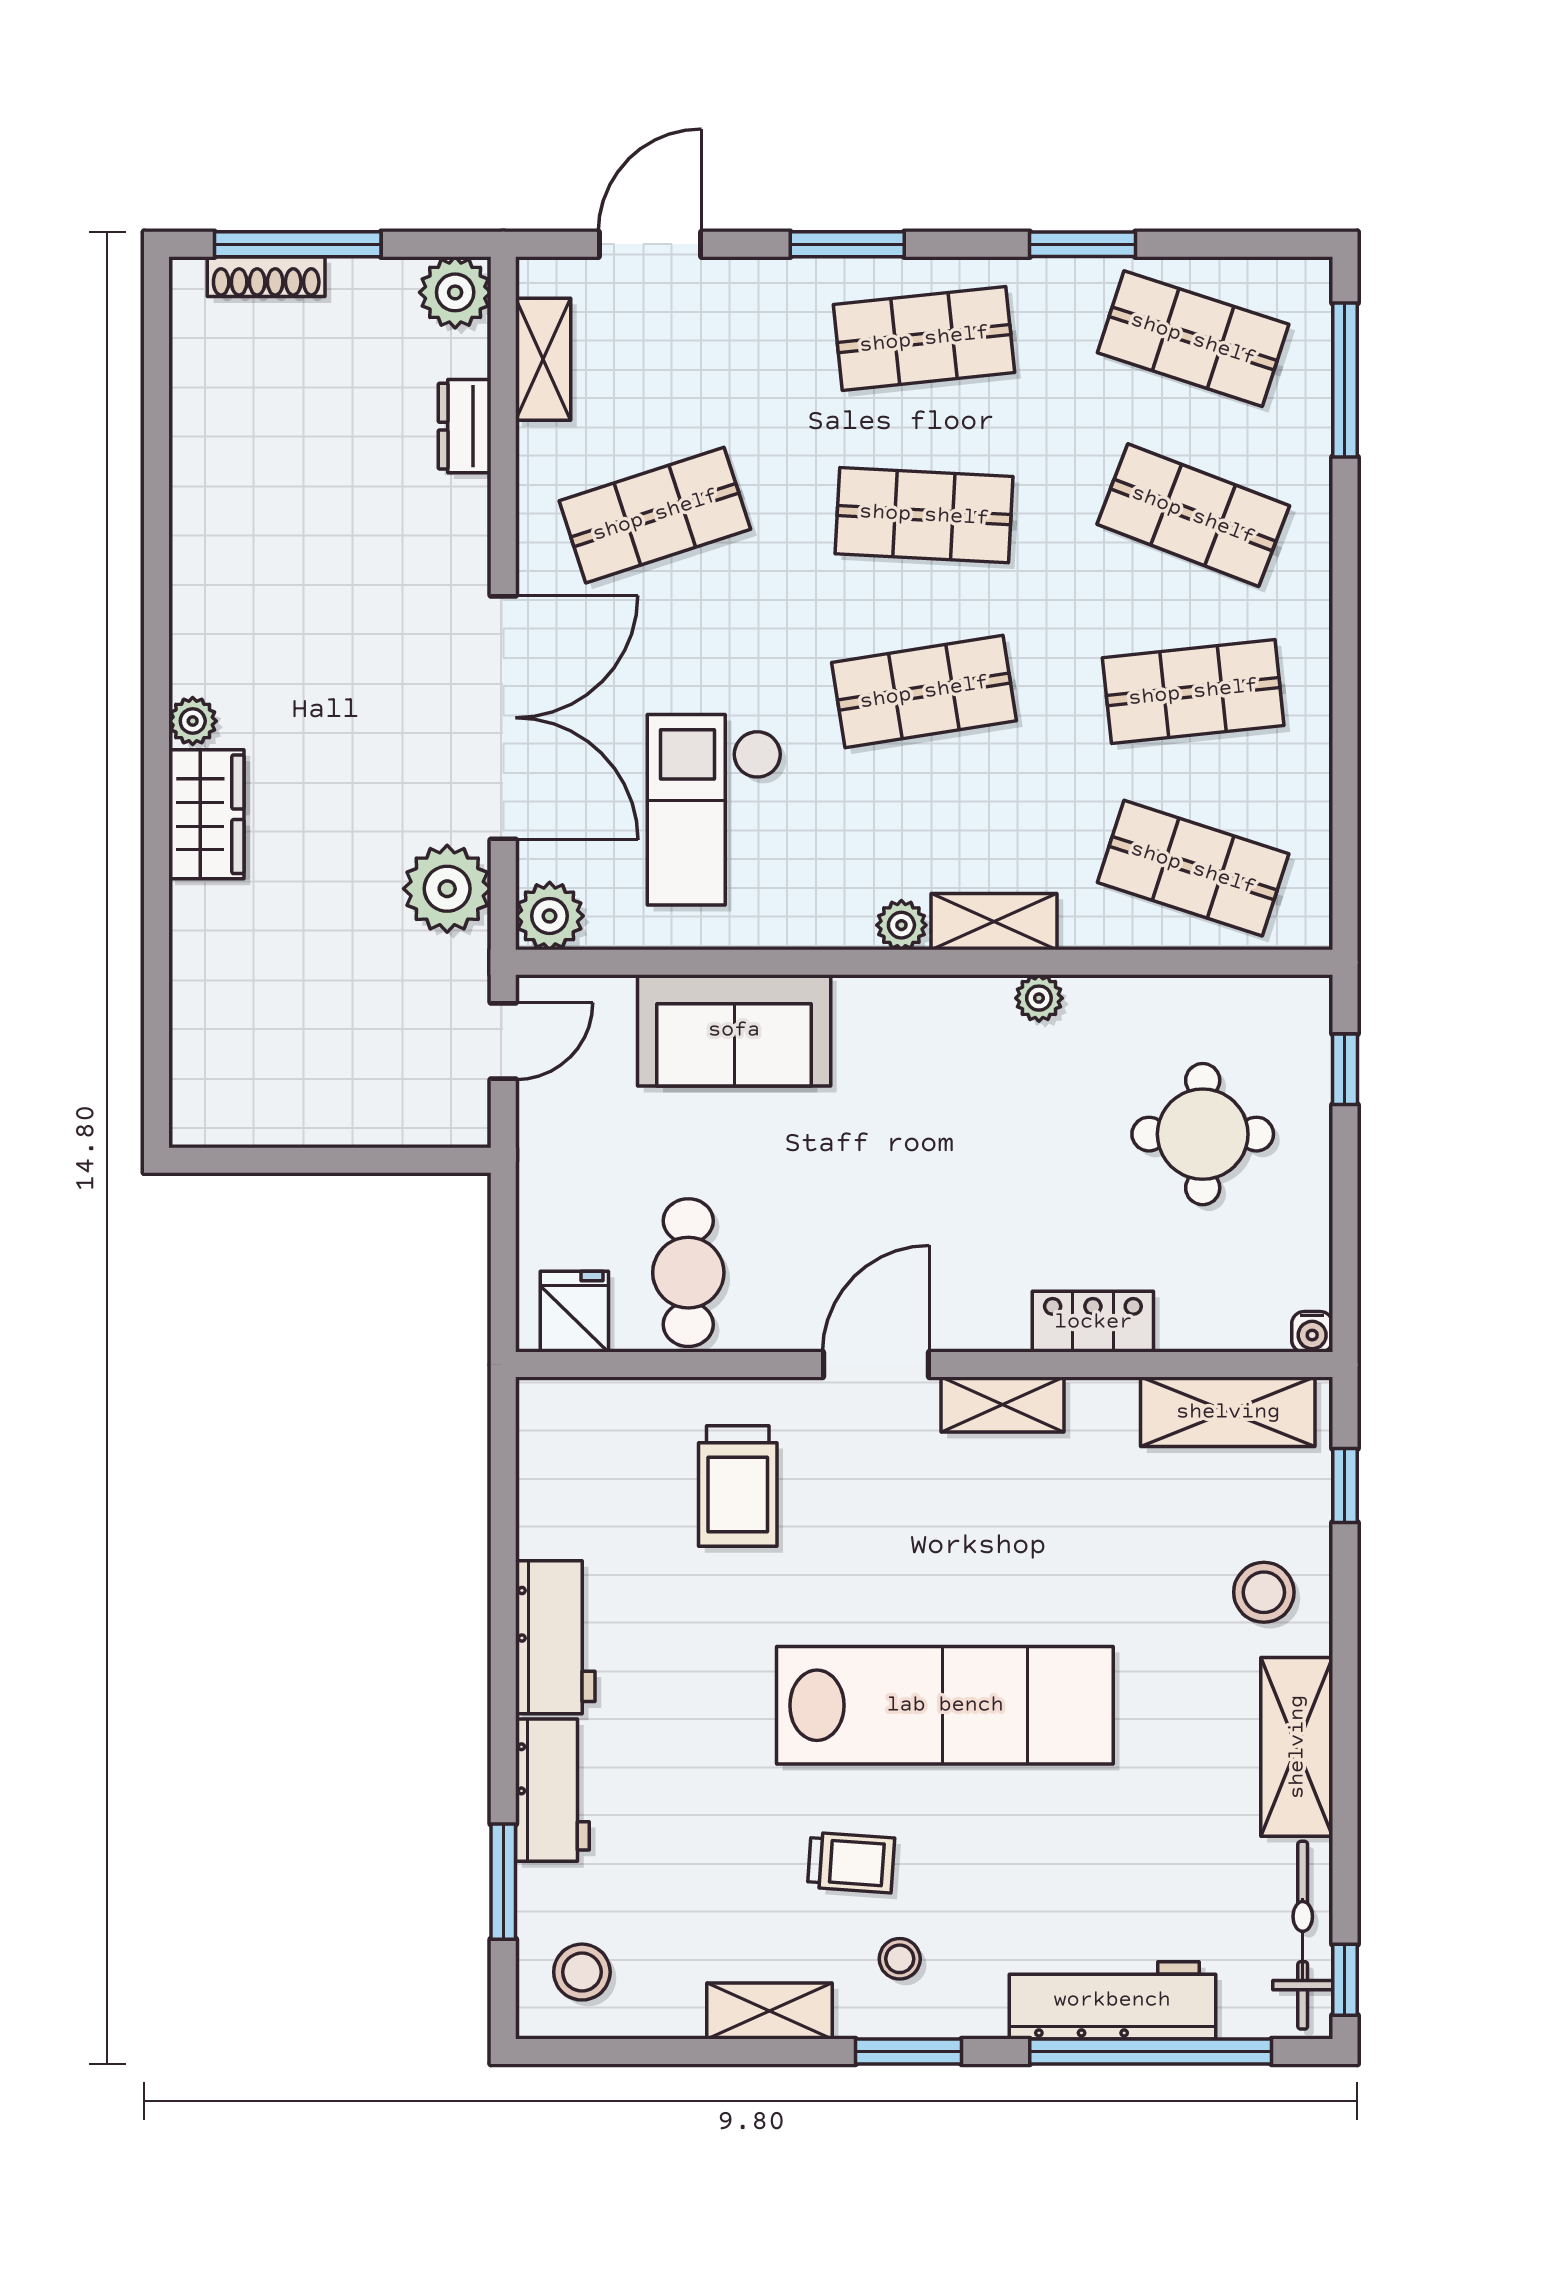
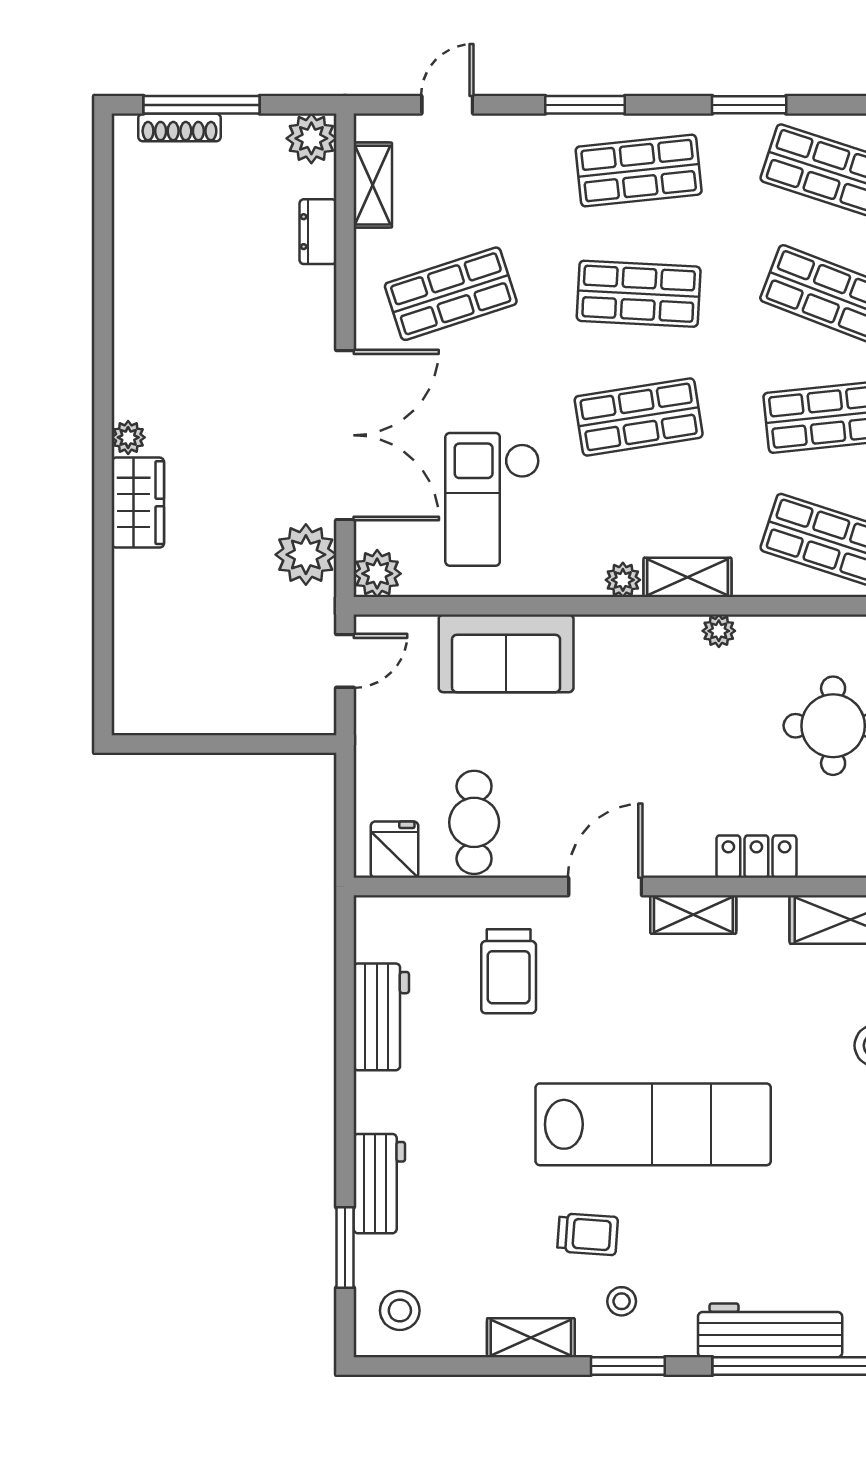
door: (650, 244) -> (447, 105), width x0.73
workbench: (555, 1637) -> (381, 1017), moved

